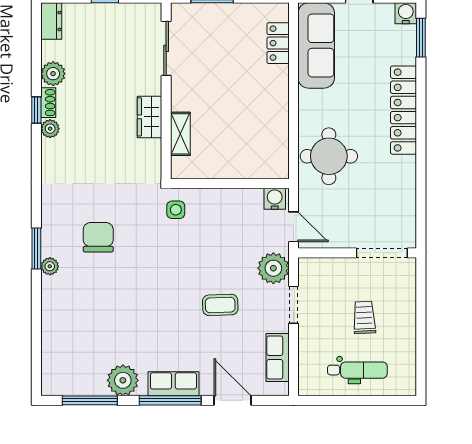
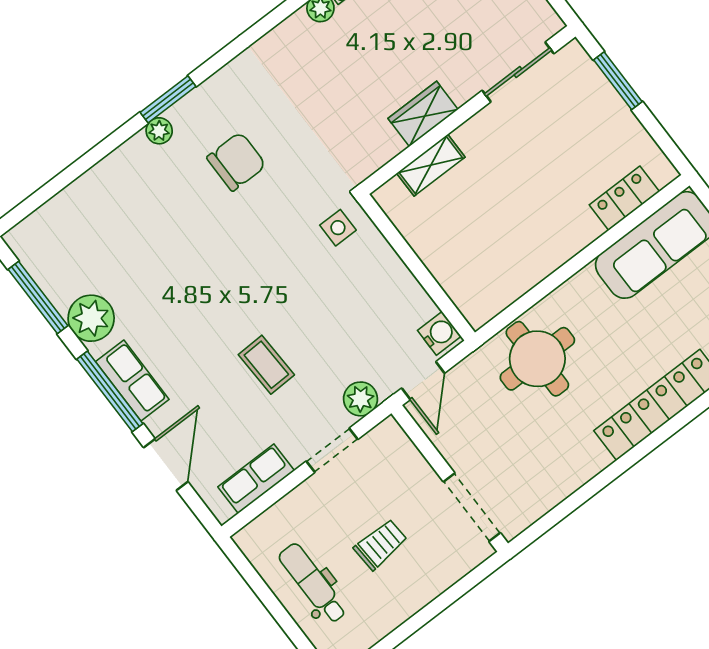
plant: (273, 268) -> (361, 399), width x0.73, depth x0.73
dental chair: (357, 370) -> (313, 583), turned 180

